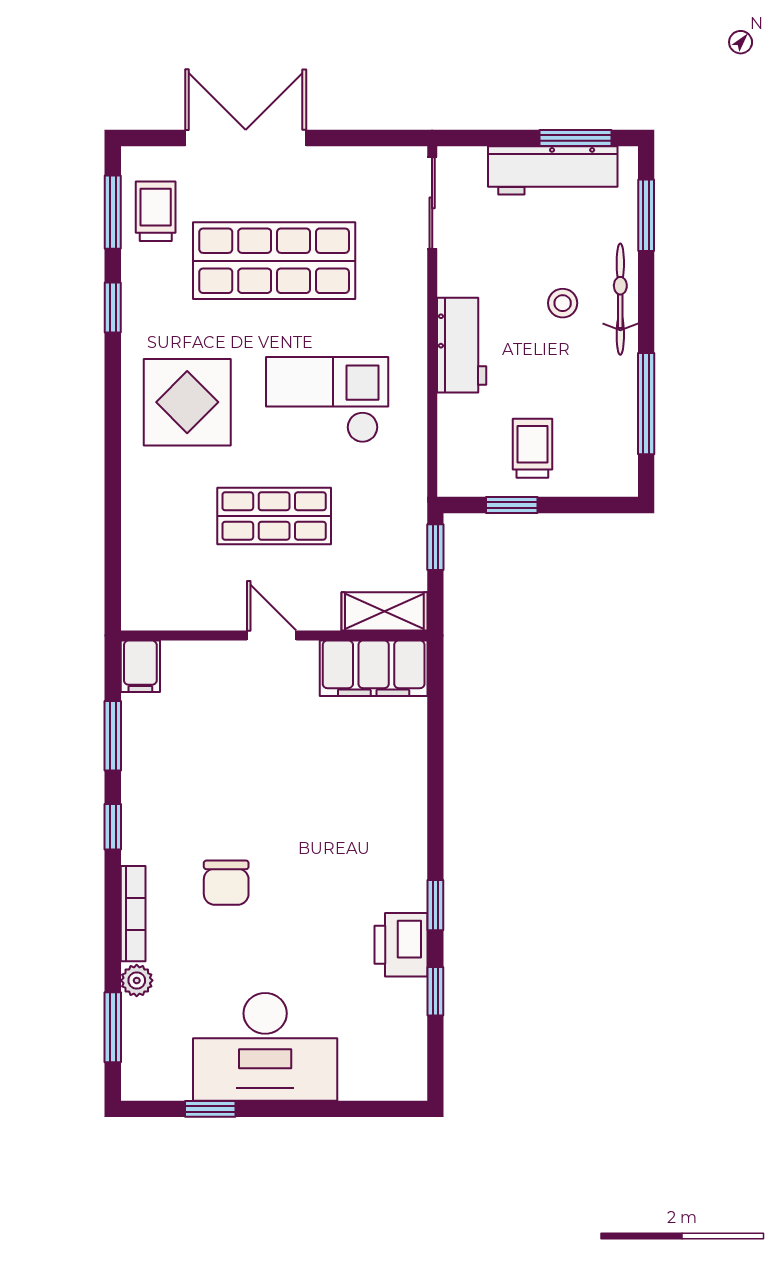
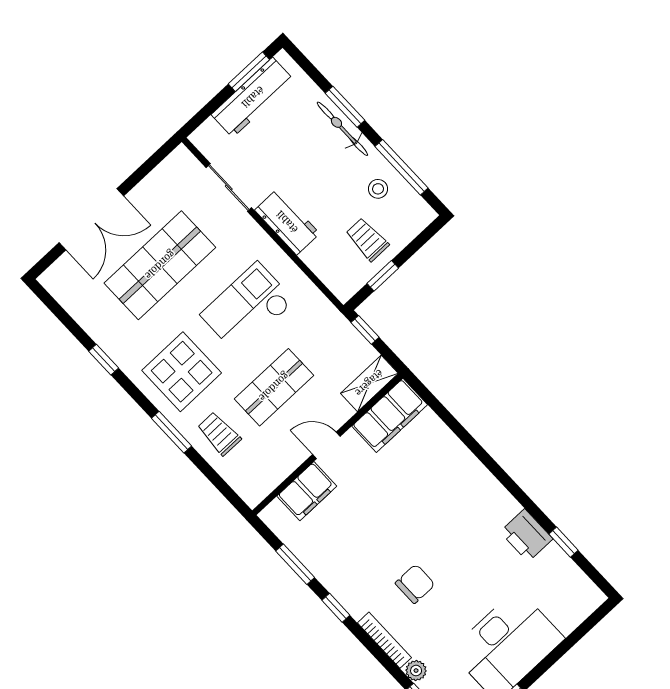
double door: (246, 138) -> (91, 219), swing flipped
sliding door: (432, 203) -> (229, 188), moved
trolley: (156, 211) -> (219, 434), moved
window: (113, 212) -> (172, 432), moved
window: (646, 215) -> (345, 107), moved
stool: (563, 303) -> (378, 189), moved
filing cabinet: (140, 666) -> (307, 491), moved, width x2.00
chair: (226, 883) -> (415, 584), turned -90
window: (435, 905) -> (525, 501), removed

